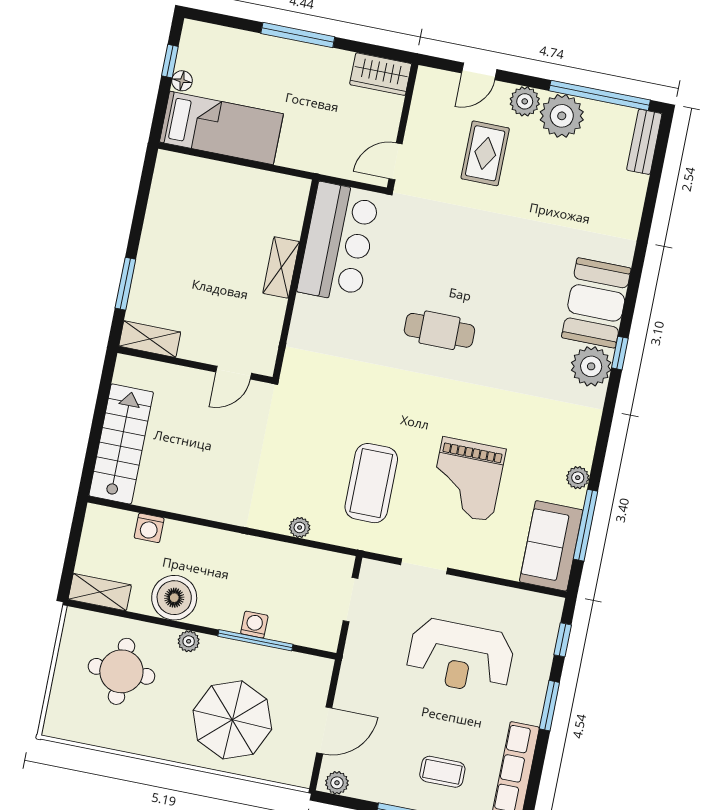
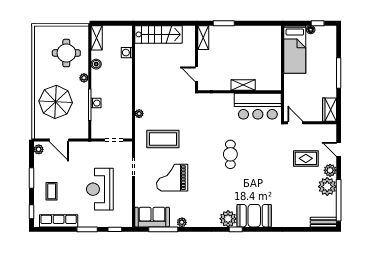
boiler: (174, 598) -> (96, 64), width x0.54, depth x0.54

